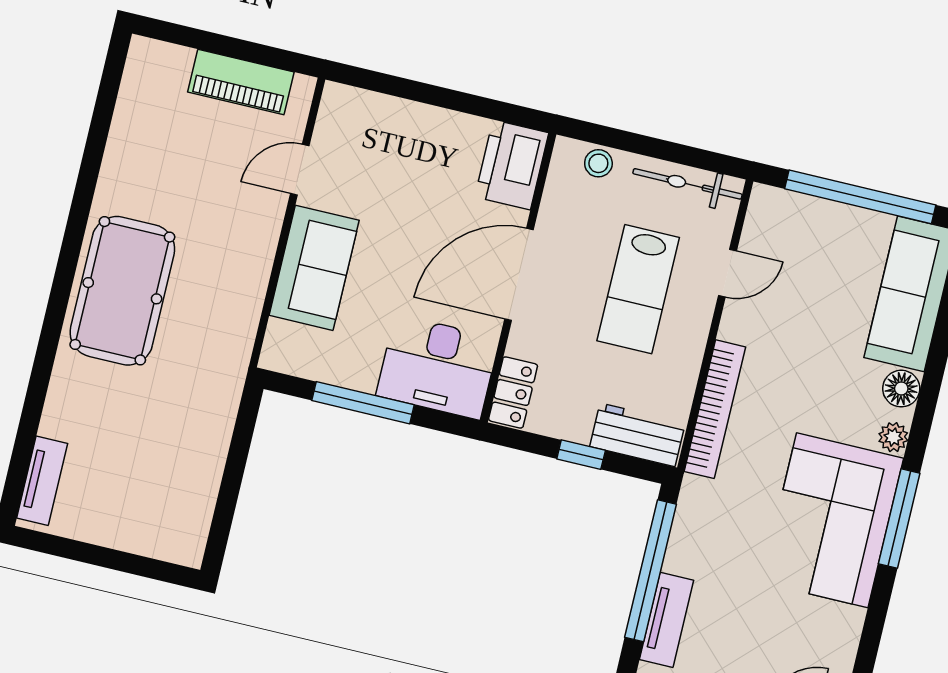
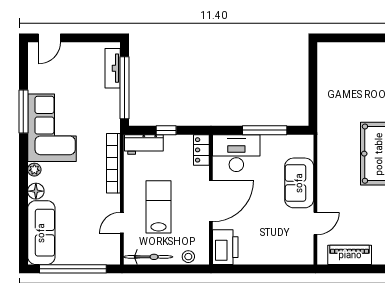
window: (899, 519) -> (23, 111), moved

